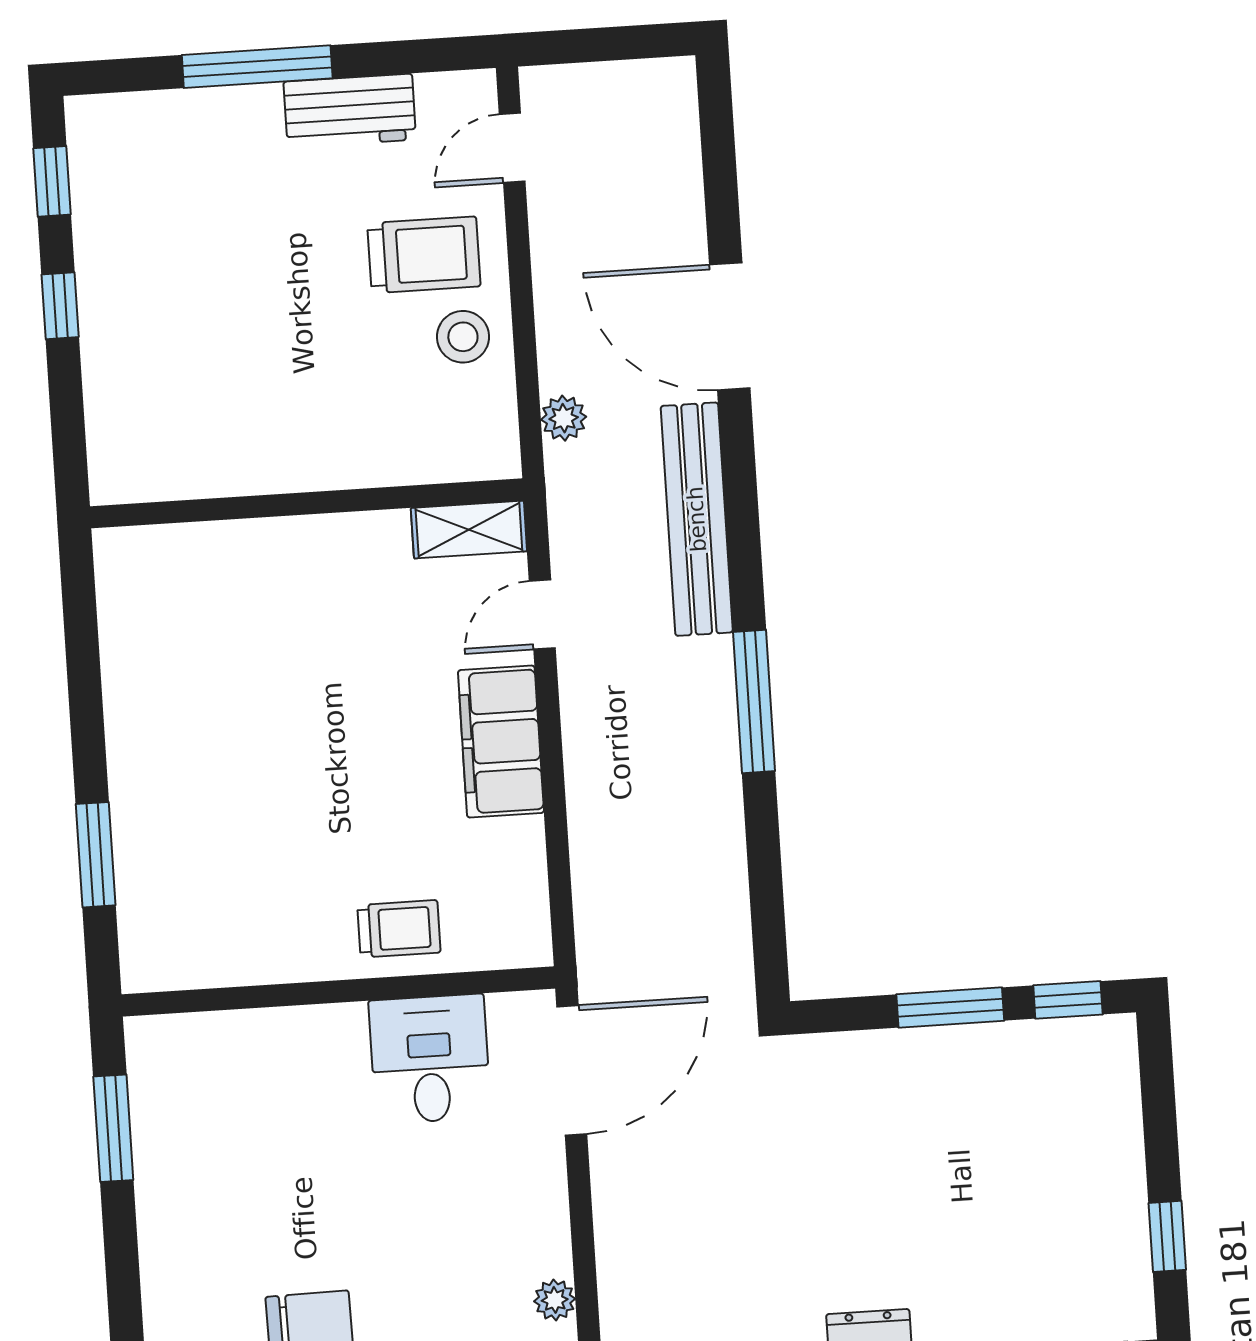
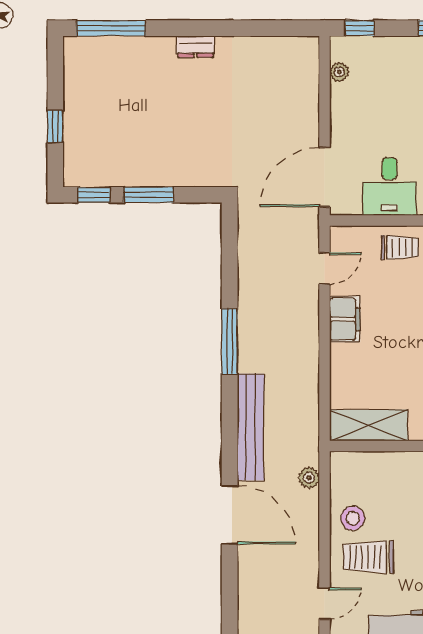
shelving: (469, 530) -> (369, 425), width x1.50, depth x1.33
door: (542, 615) -> (325, 268), moved
filing cabinet: (501, 742) -> (345, 319), width x0.67, depth x0.86
trolley: (399, 929) -> (400, 247), turned 180
window: (1167, 1236) -> (55, 126), moved

